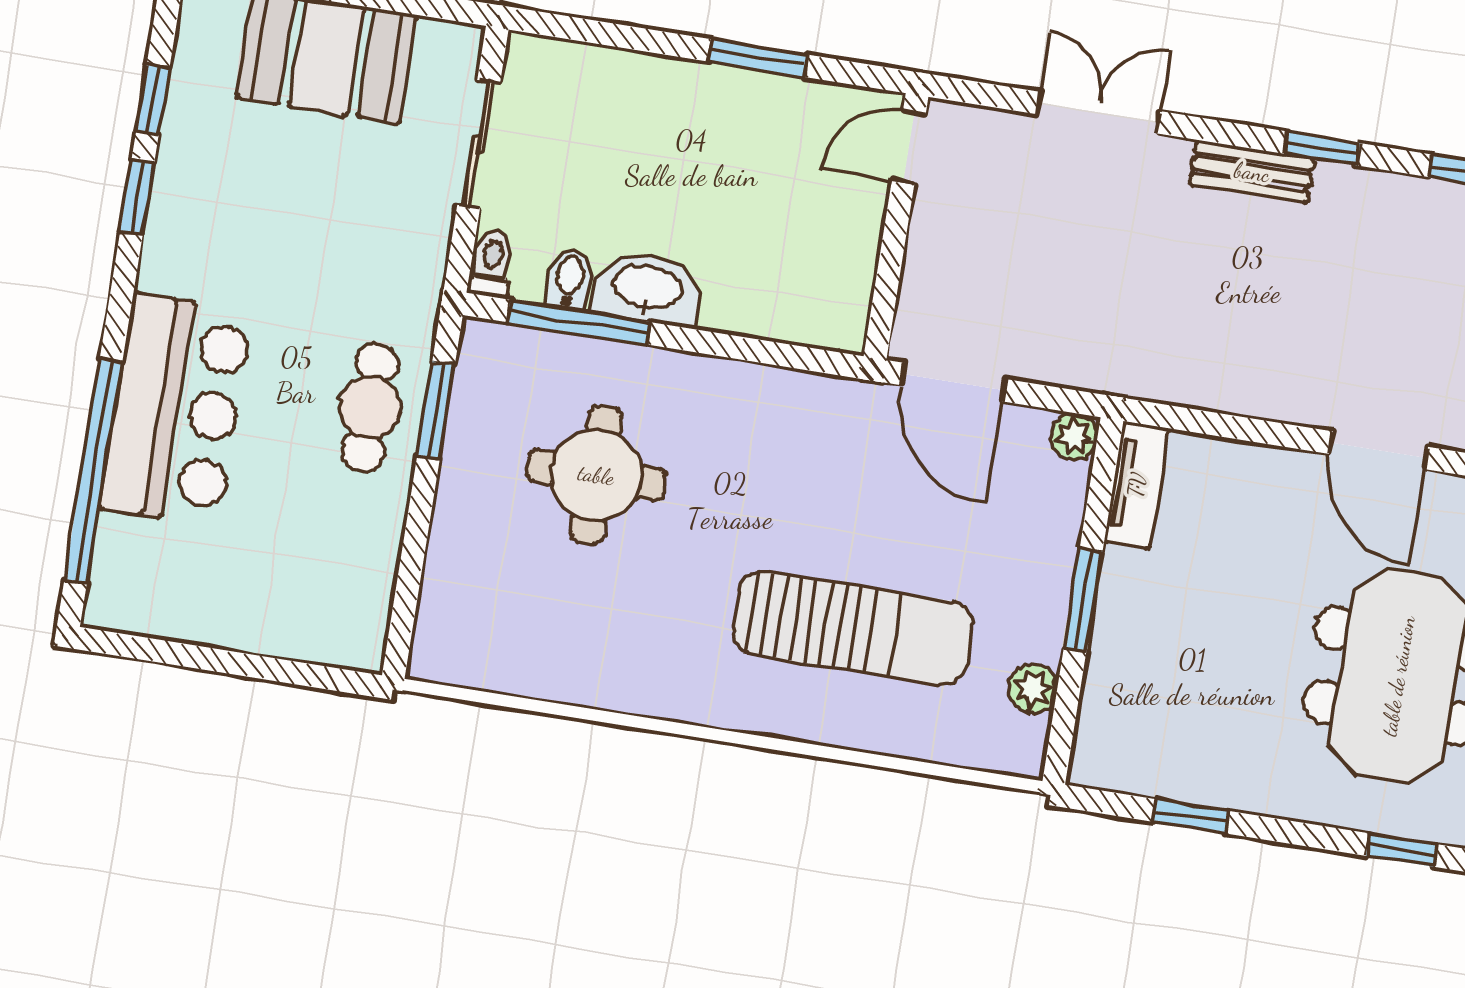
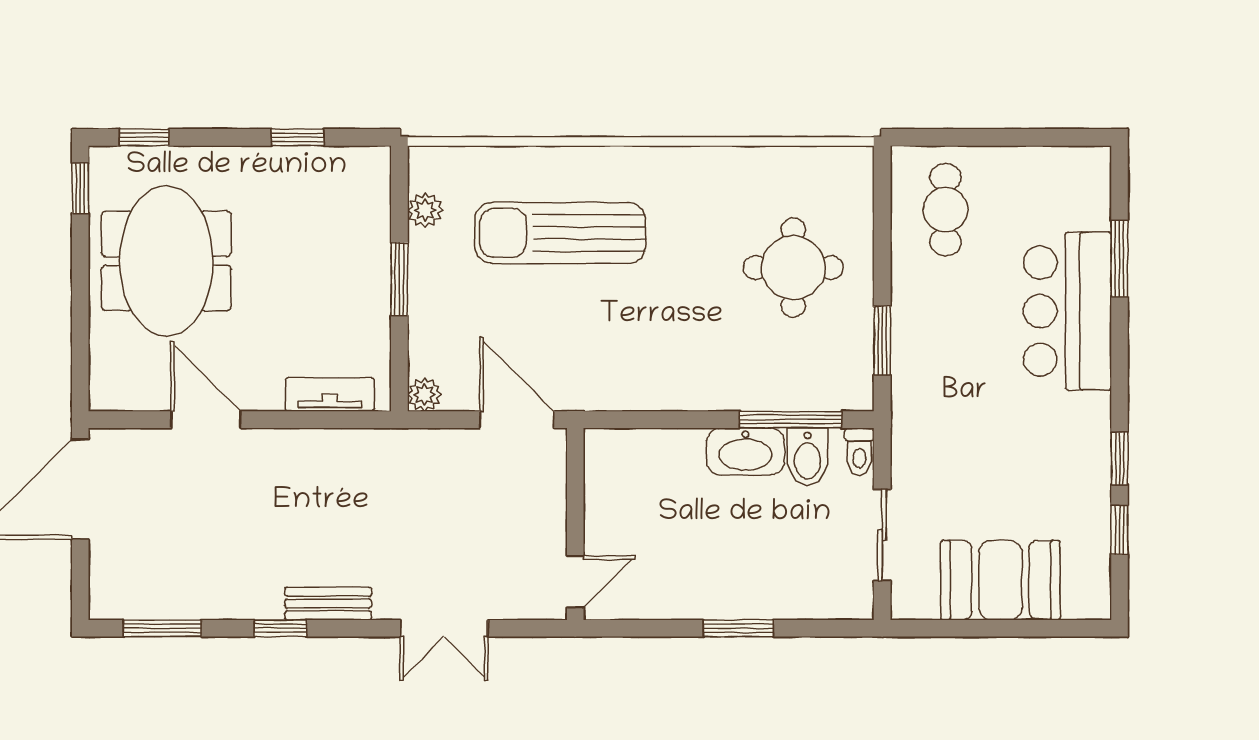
window: (758, 58) -> (738, 628), moved
bidet: (570, 279) -> (807, 457), width x1.38, depth x1.36
cafe table: (370, 407) -> (946, 210), moved
window: (93, 470) -> (1119, 259), width x0.47
round table: (596, 475) -> (793, 268), moved
tv unit: (1137, 485) -> (330, 395), moved, turned 90

